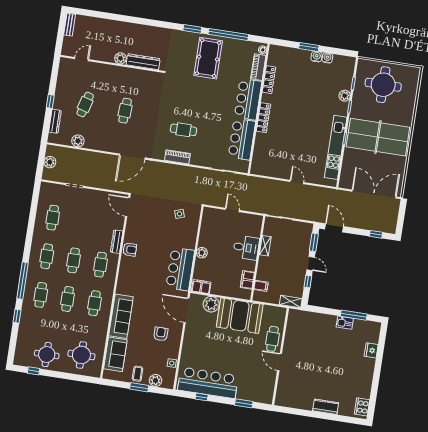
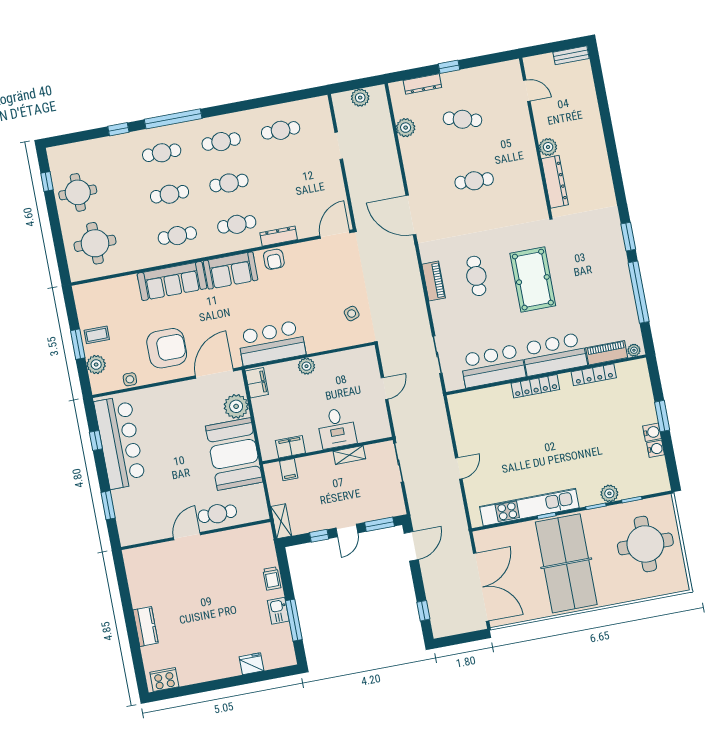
pool table: (208, 58) -> (533, 280), moved, turned 90
trolley: (324, 320) -> (272, 579), added
armchair: (161, 334) -> (167, 348), width x1.88, depth x1.88
sofa: (115, 354) -> (230, 270), moved

